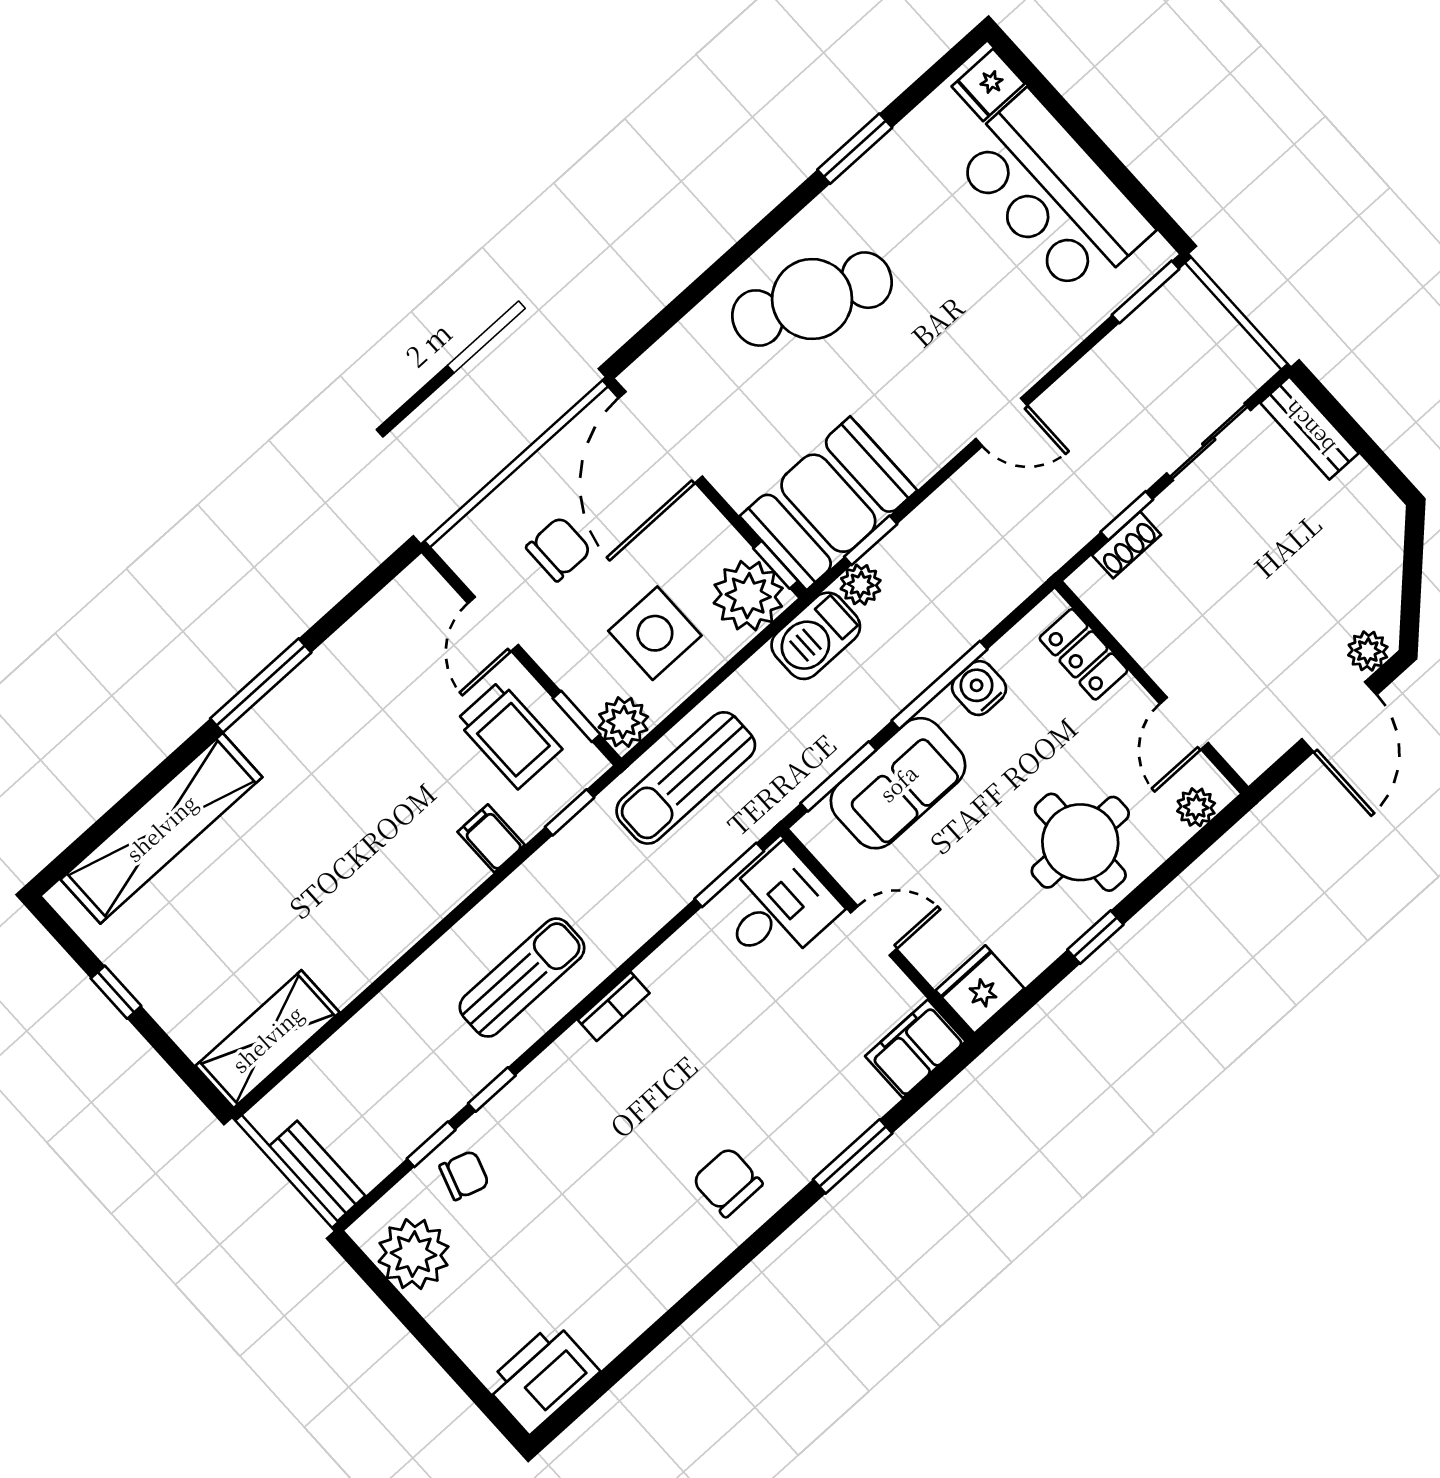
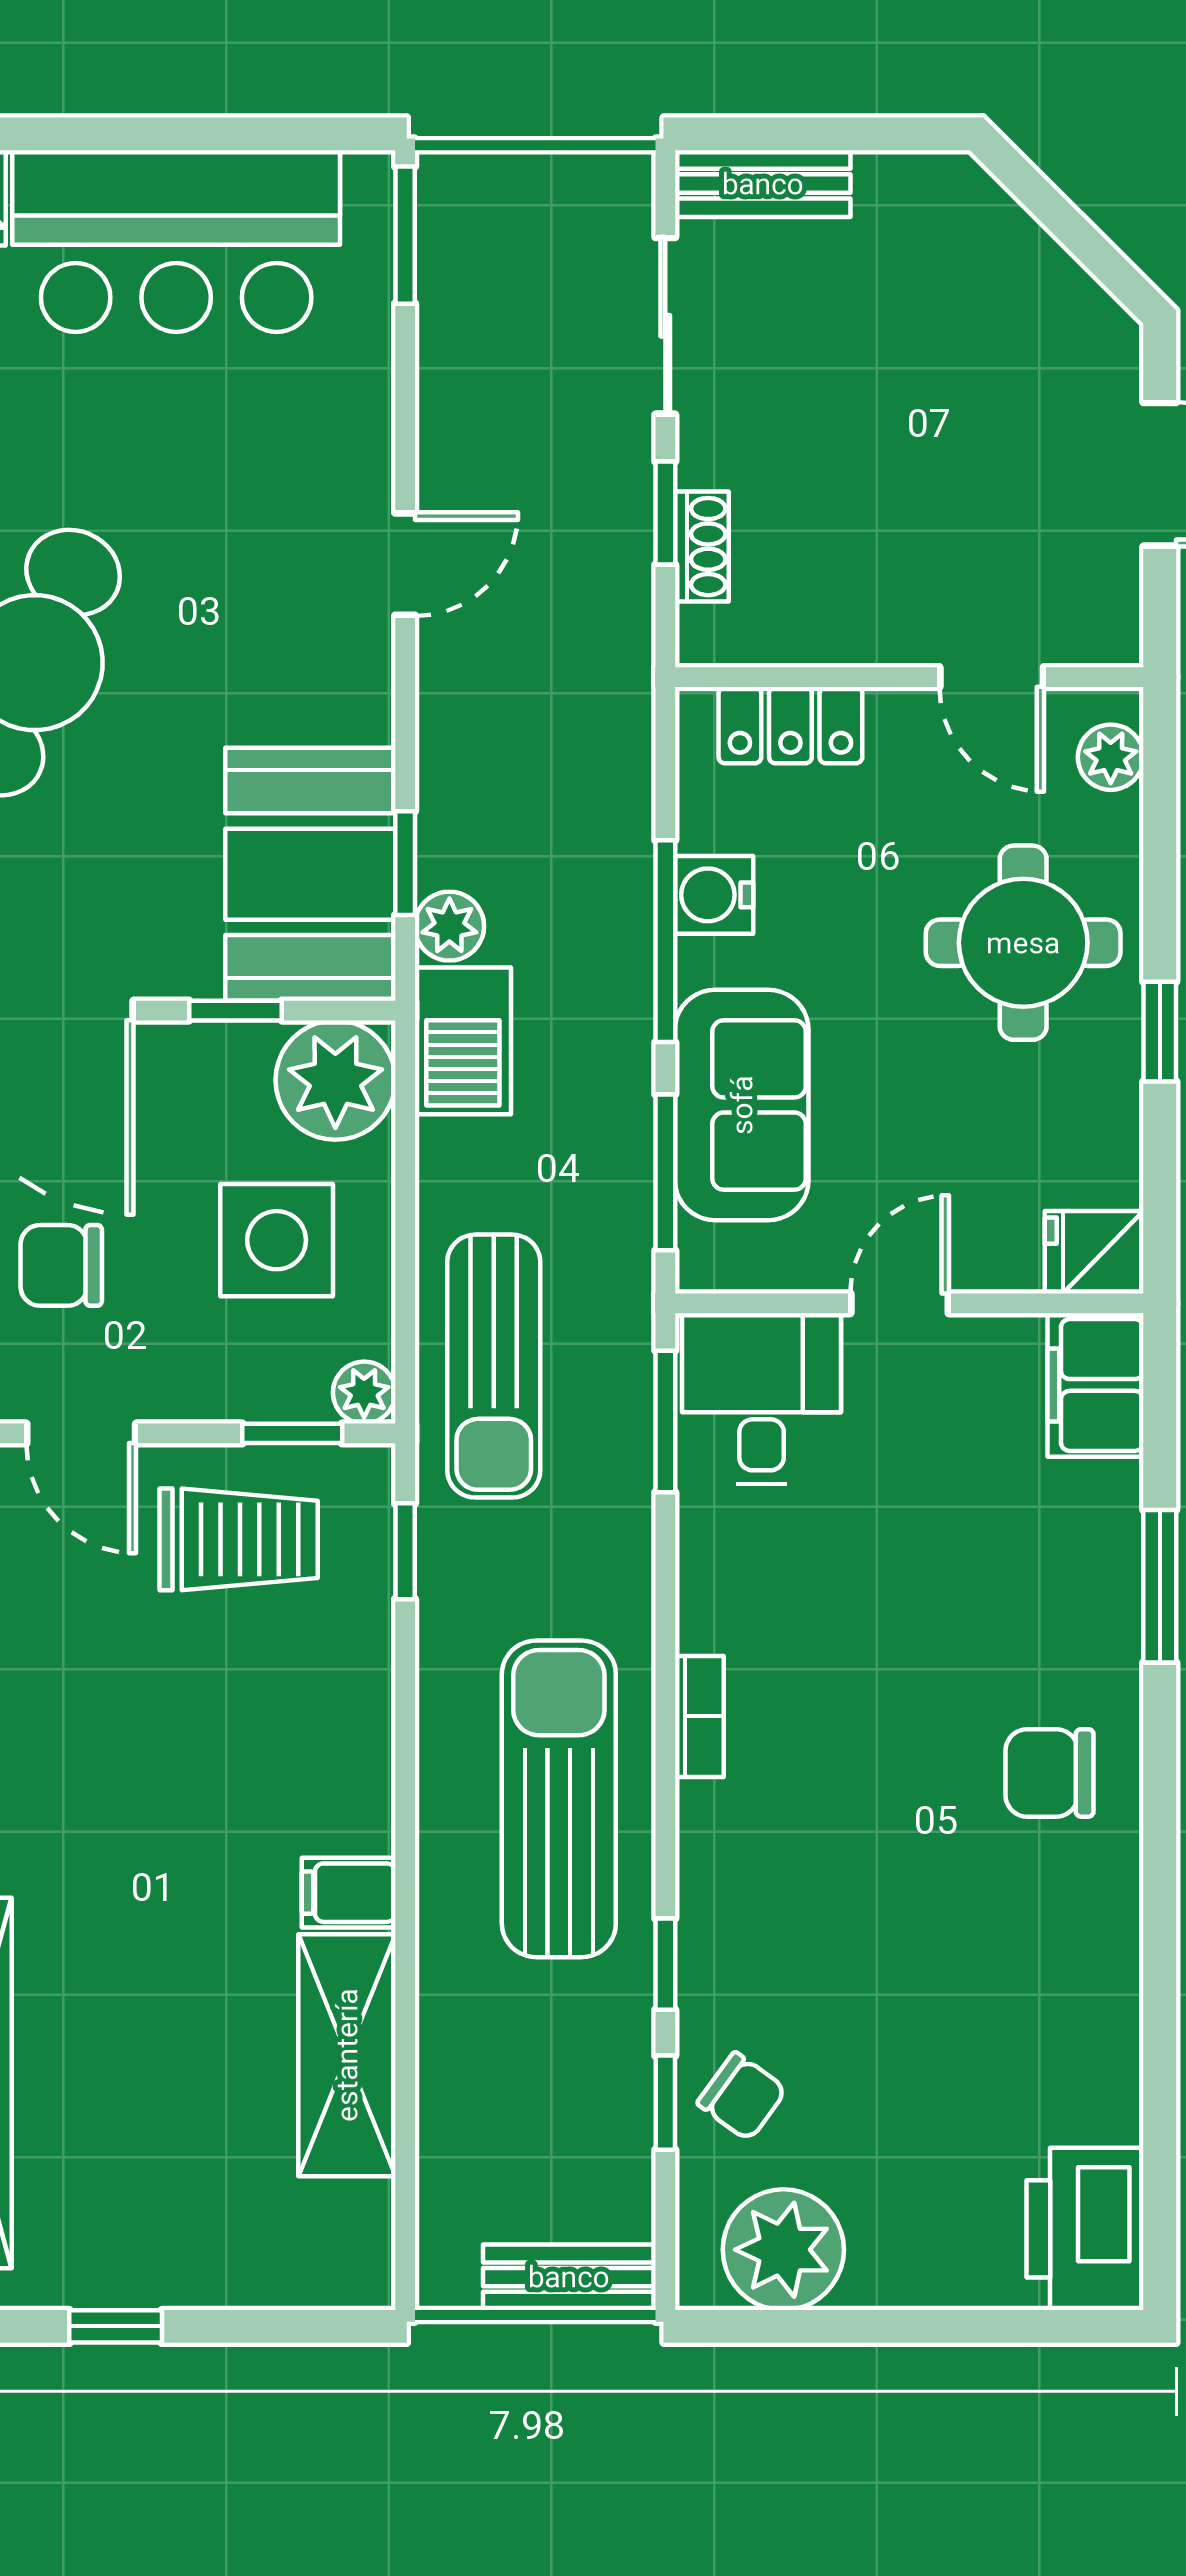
chair: (559, 549) -> (61, 1265), turned -90
window: (776, 565) -> (235, 1011), moved
plant: (1368, 651) -> (1109, 364), removed
plant: (623, 722) -> (364, 1393), width x0.73, depth x0.73
filing cabinet: (491, 838) -> (349, 1893), moved
sun lounger: (522, 978) -> (559, 1799), width x1.36, depth x1.34
fridge: (980, 989) -> (1094, 1252), width x0.72
shelving: (267, 1039) -> (347, 2055), moved
chair: (464, 1175) -> (742, 2096), turned 108

